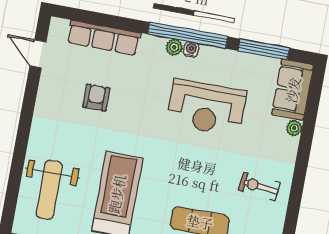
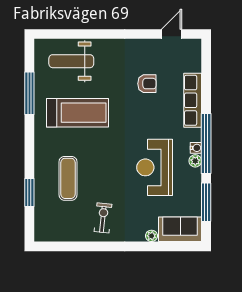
row of seats: (104, 38) -> (193, 100), moved
plant: (174, 47) -> (195, 161), moved

